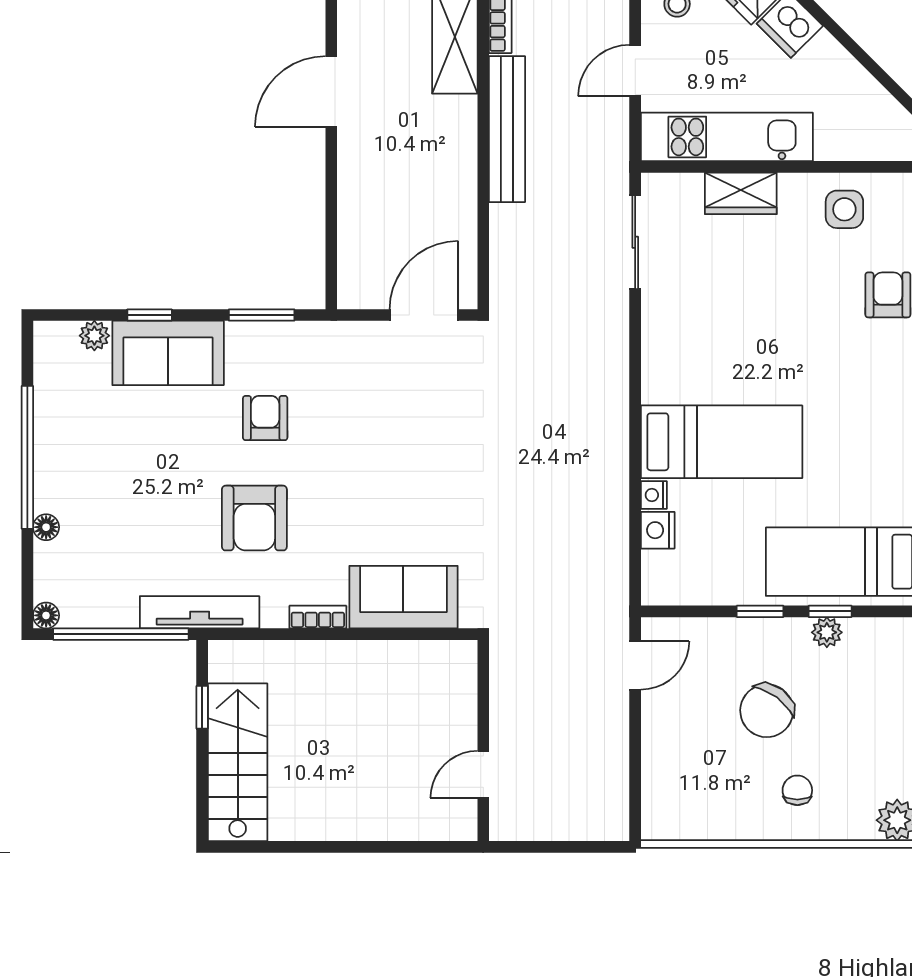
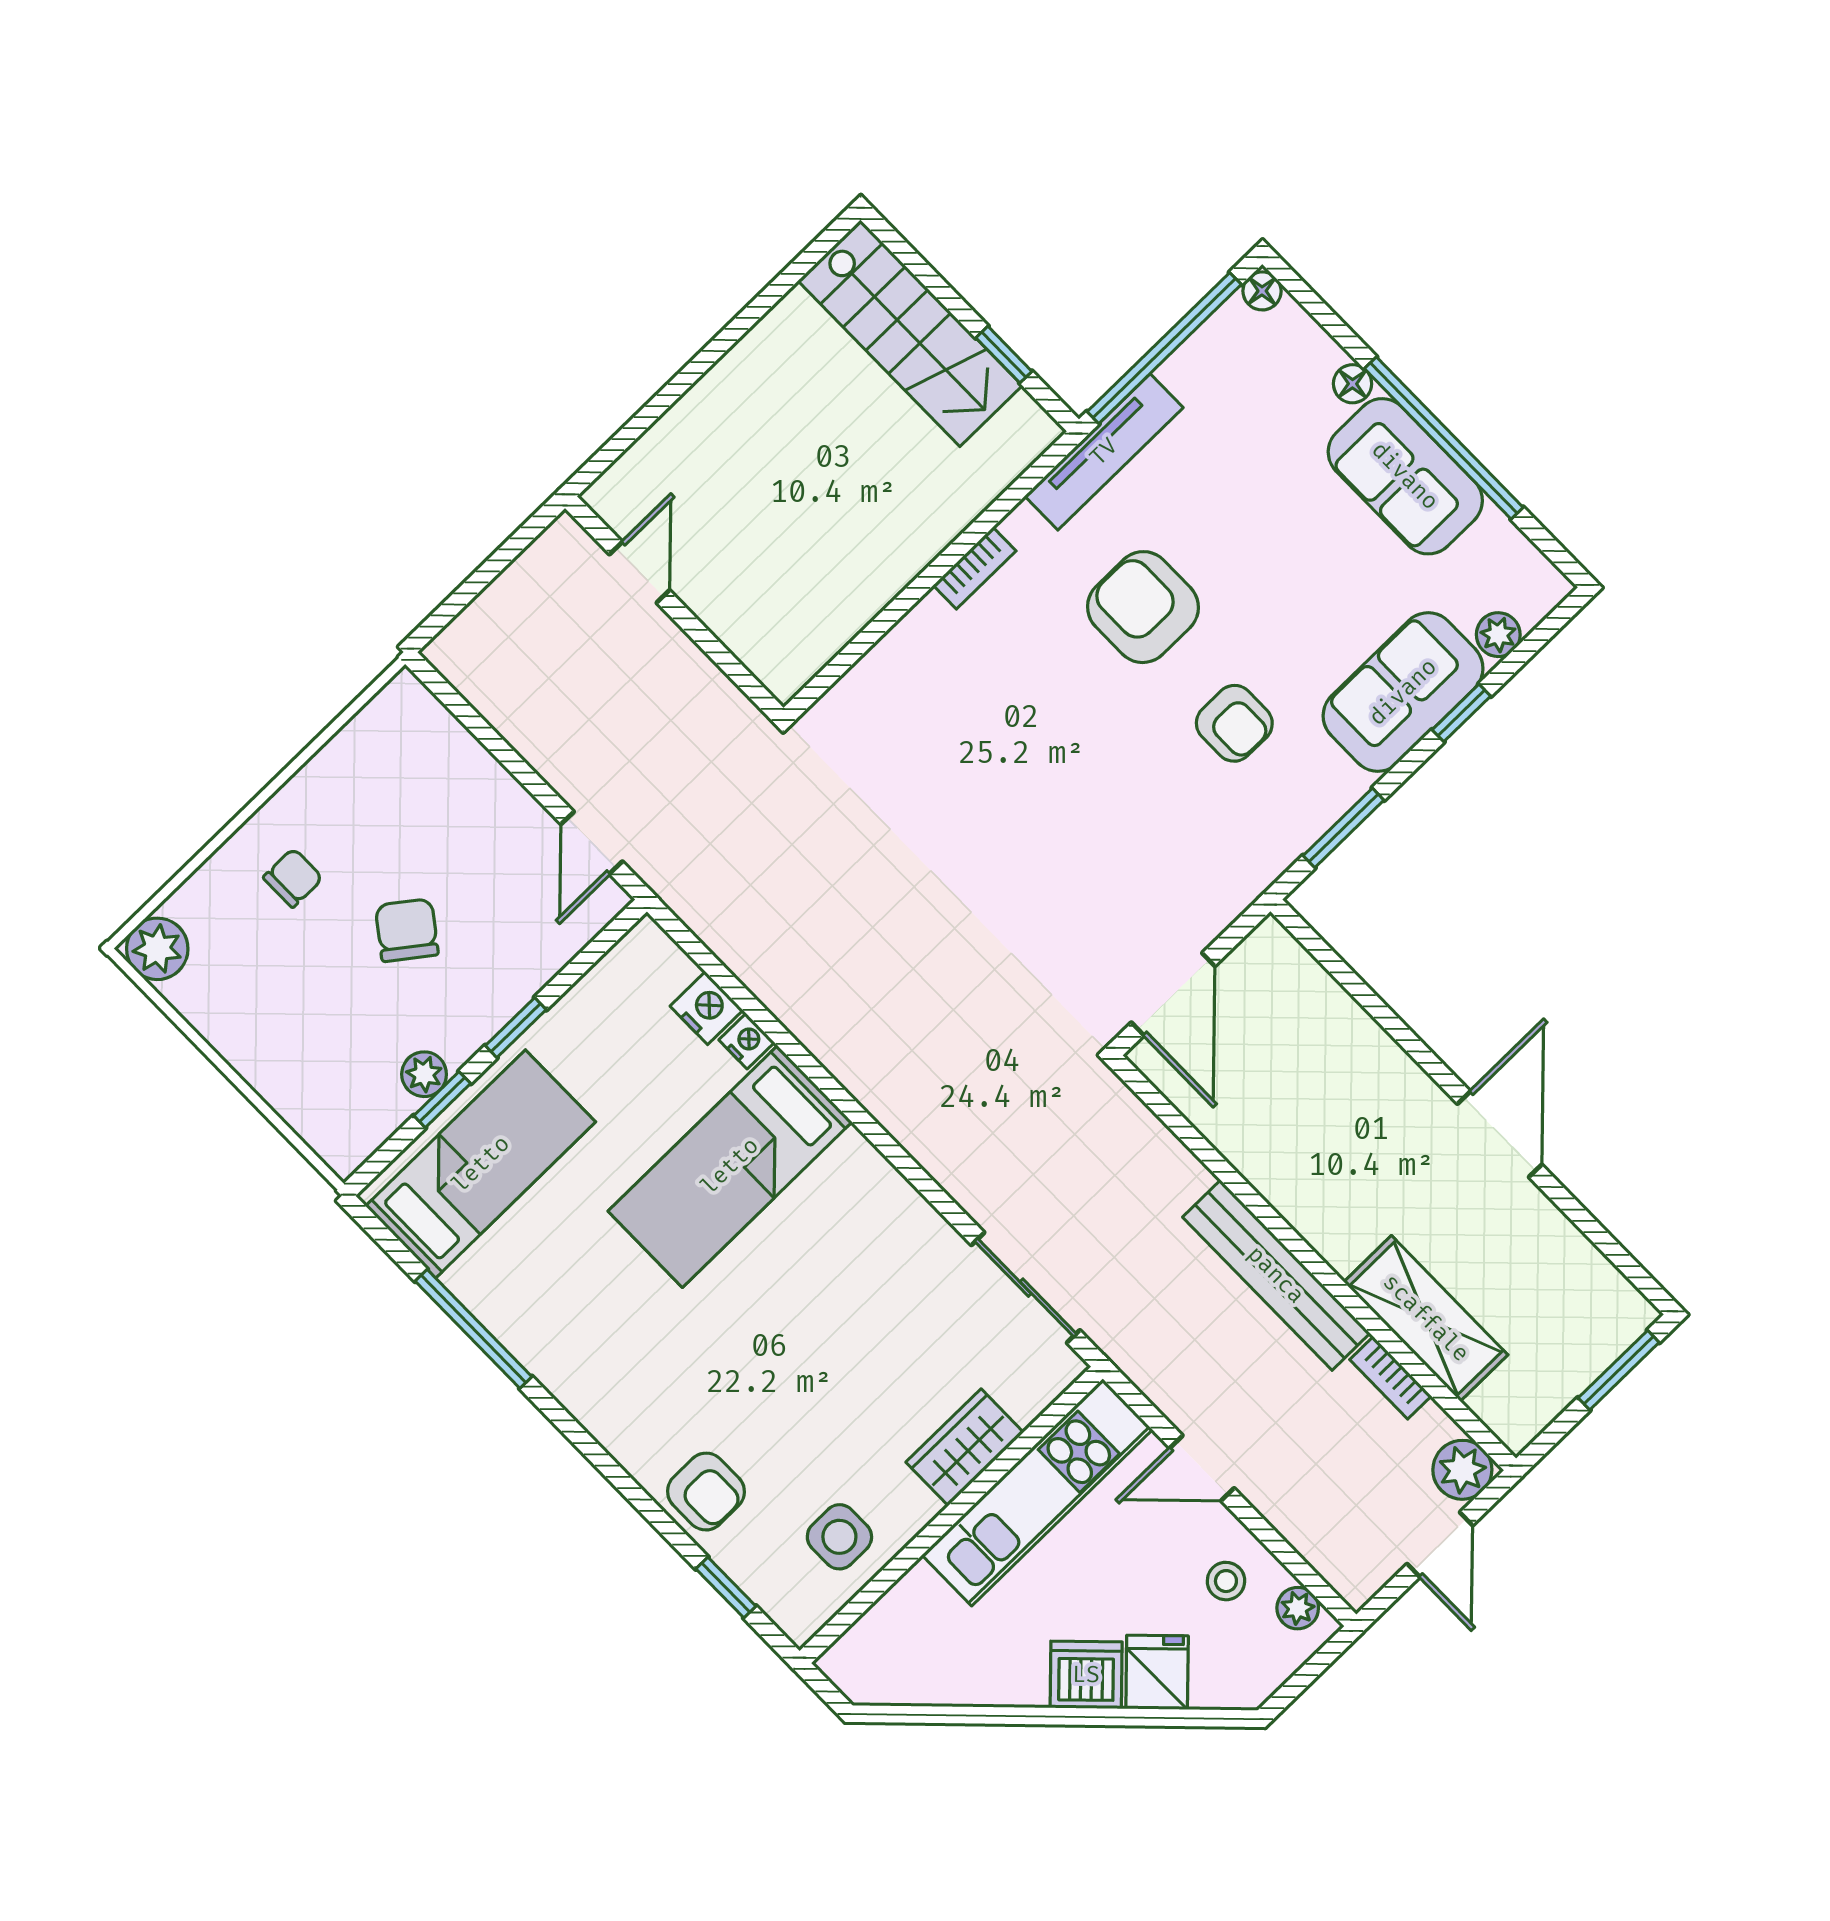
door: (635, 70) -> (1202, 1468), swing flipped
sofa: (403, 597) -> (1405, 476), moved, turned 90
chair: (767, 711) -> (407, 930), width x0.73, depth x0.73
chair: (797, 790) -> (293, 878), turned -90

